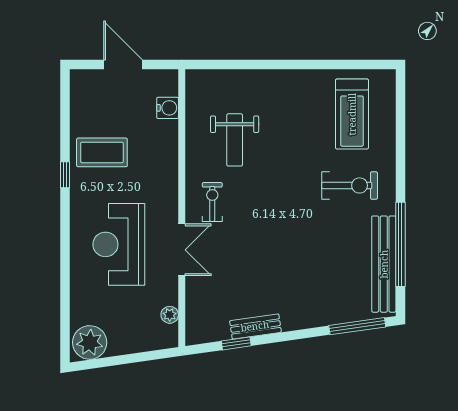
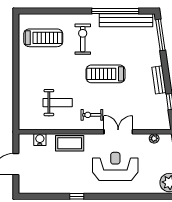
coffee table: (102, 152) -> (70, 143), moved, turned 90
treadmill: (287, 227) -> (106, 74), added
reception desk: (119, 244) -> (115, 166), turned 180
bench: (255, 326) -> (159, 80), moved

